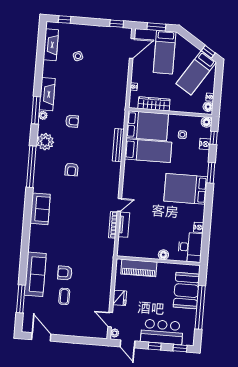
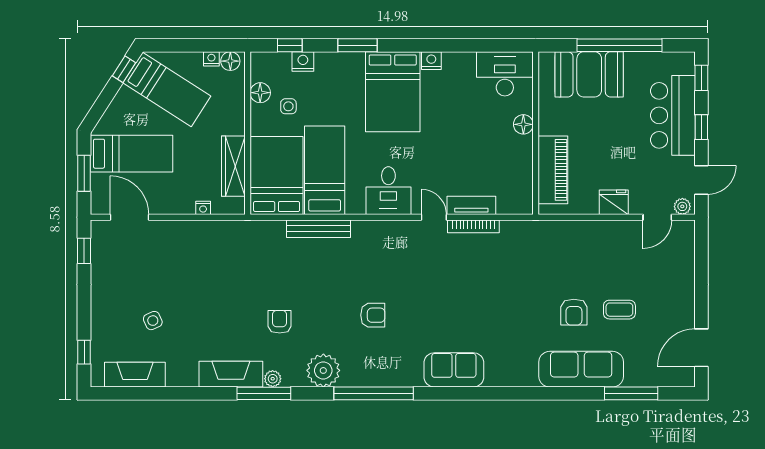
floor lamp: (207, 122) -> (260, 93), moved
desk: (135, 183) -> (388, 191), added
nightstand: (199, 227) -> (431, 61), moved

